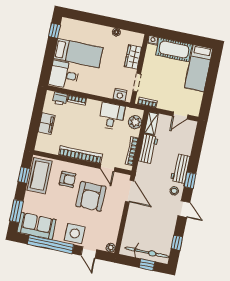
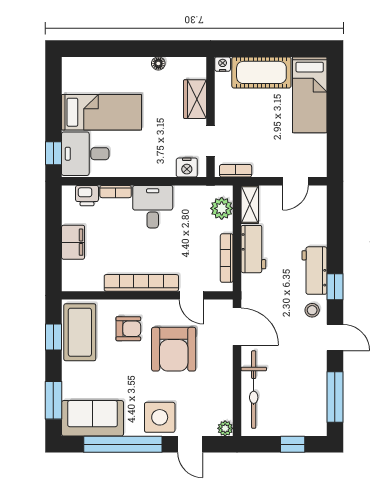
window: (54, 31) -> (53, 153), moved
desk: (111, 116) -> (153, 207), moved
window: (177, 243) -> (335, 397), width x2.17
bicycle: (147, 252) -> (254, 390), moved, turned 90

